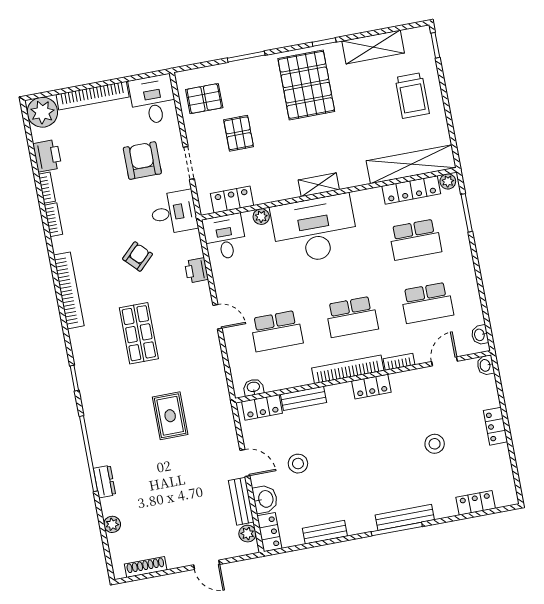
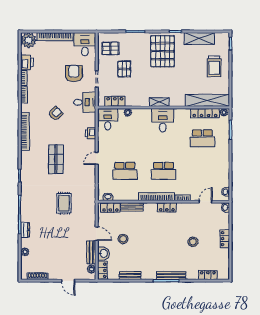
desk: (315, 229) -> (163, 120), width x0.53, depth x0.77
armchair: (138, 256) -> (55, 114), moved
school desk: (427, 303) -> (202, 171), removed
door: (218, 317) -> (97, 158), swing flipped

